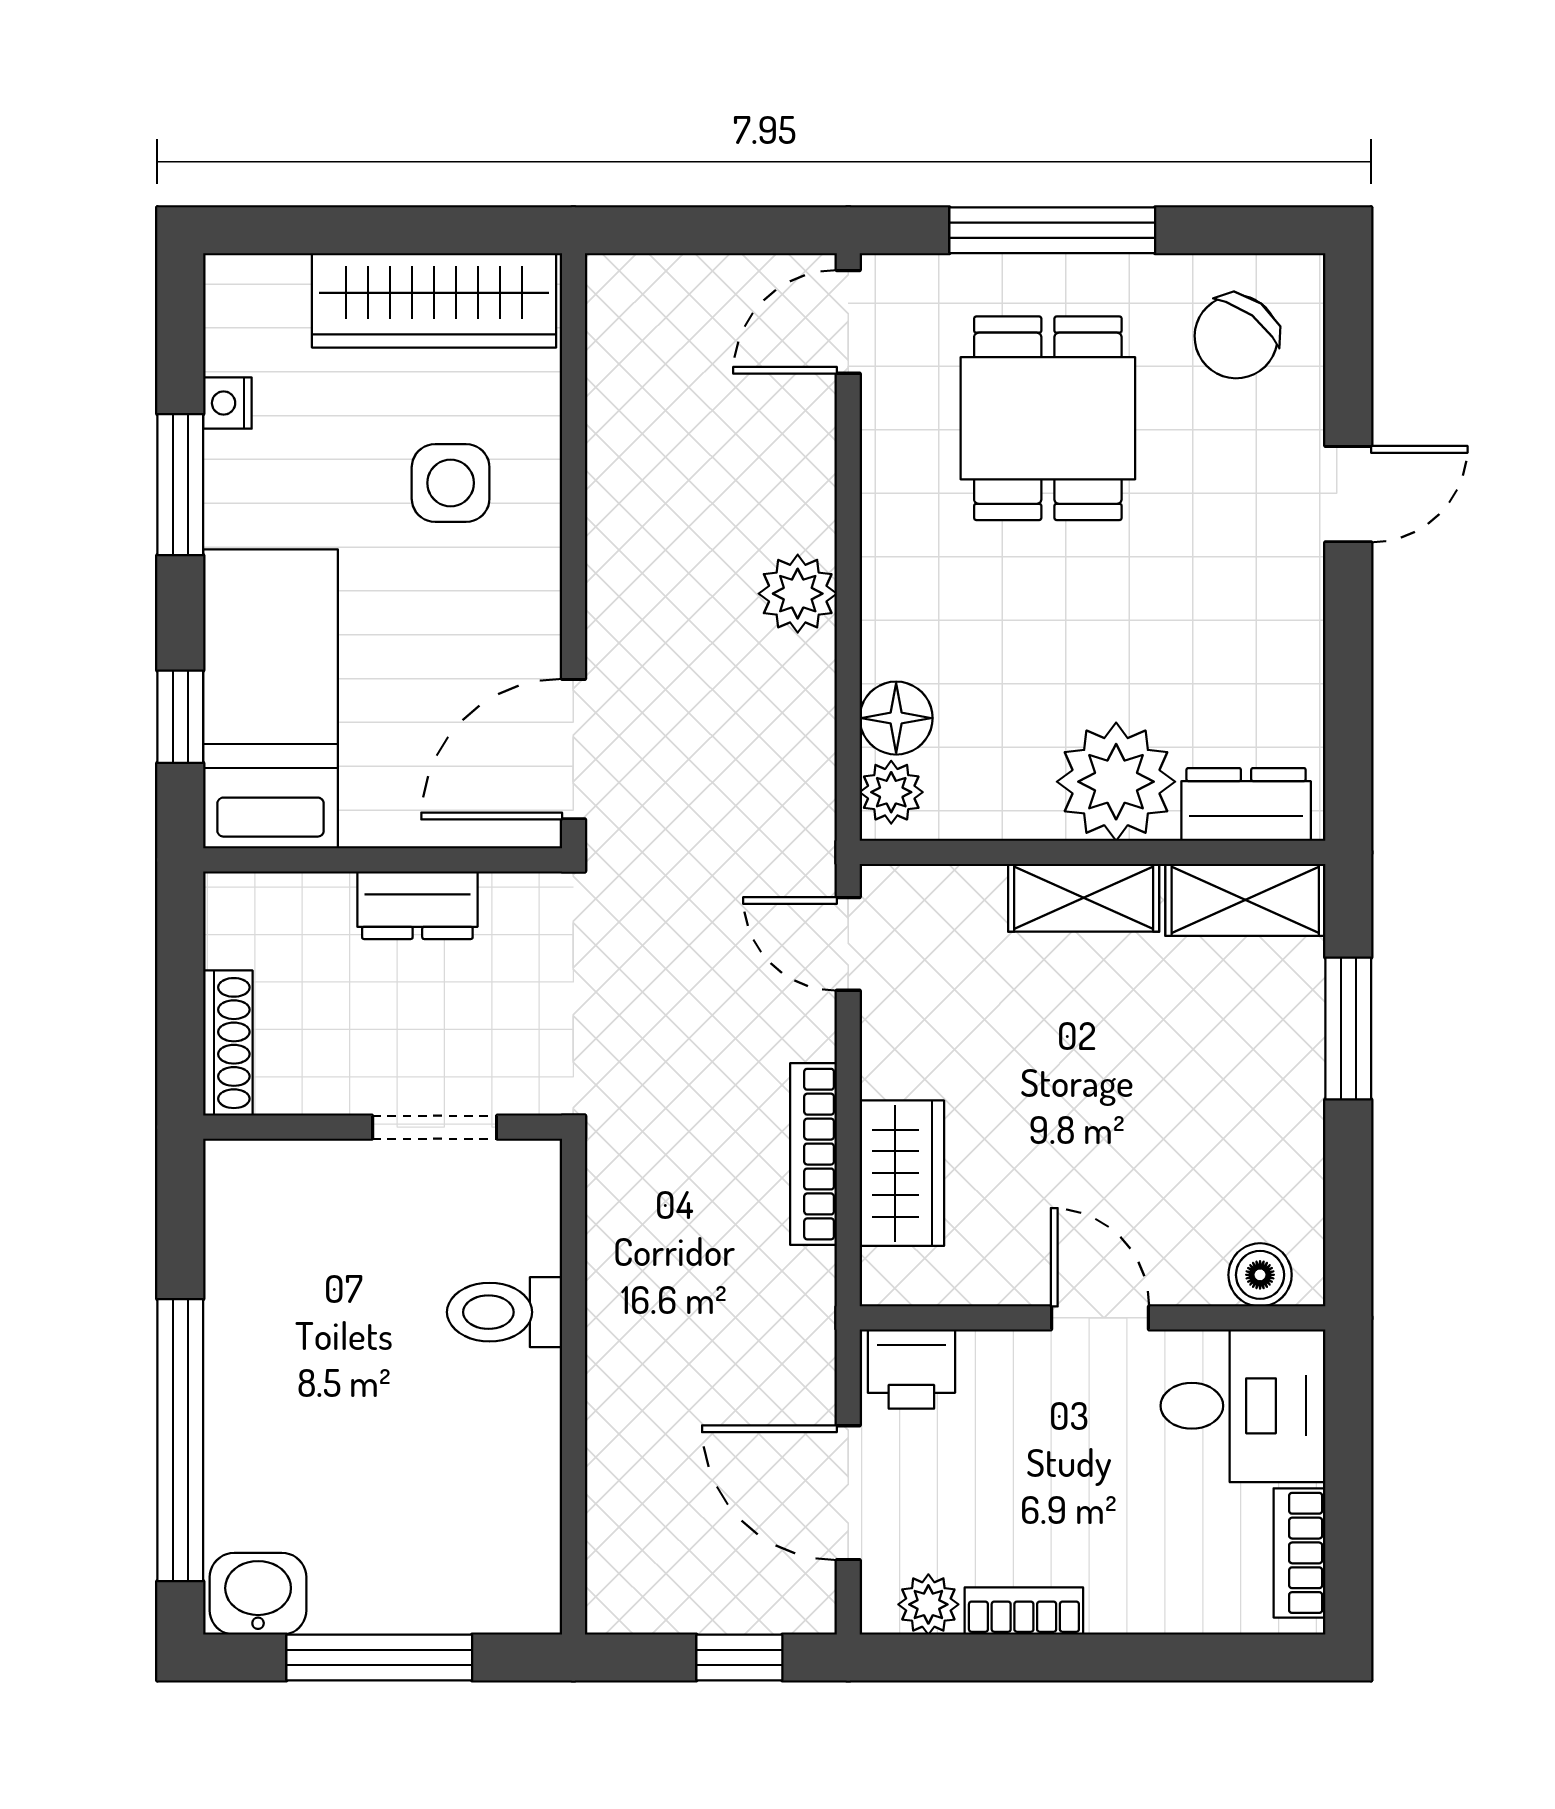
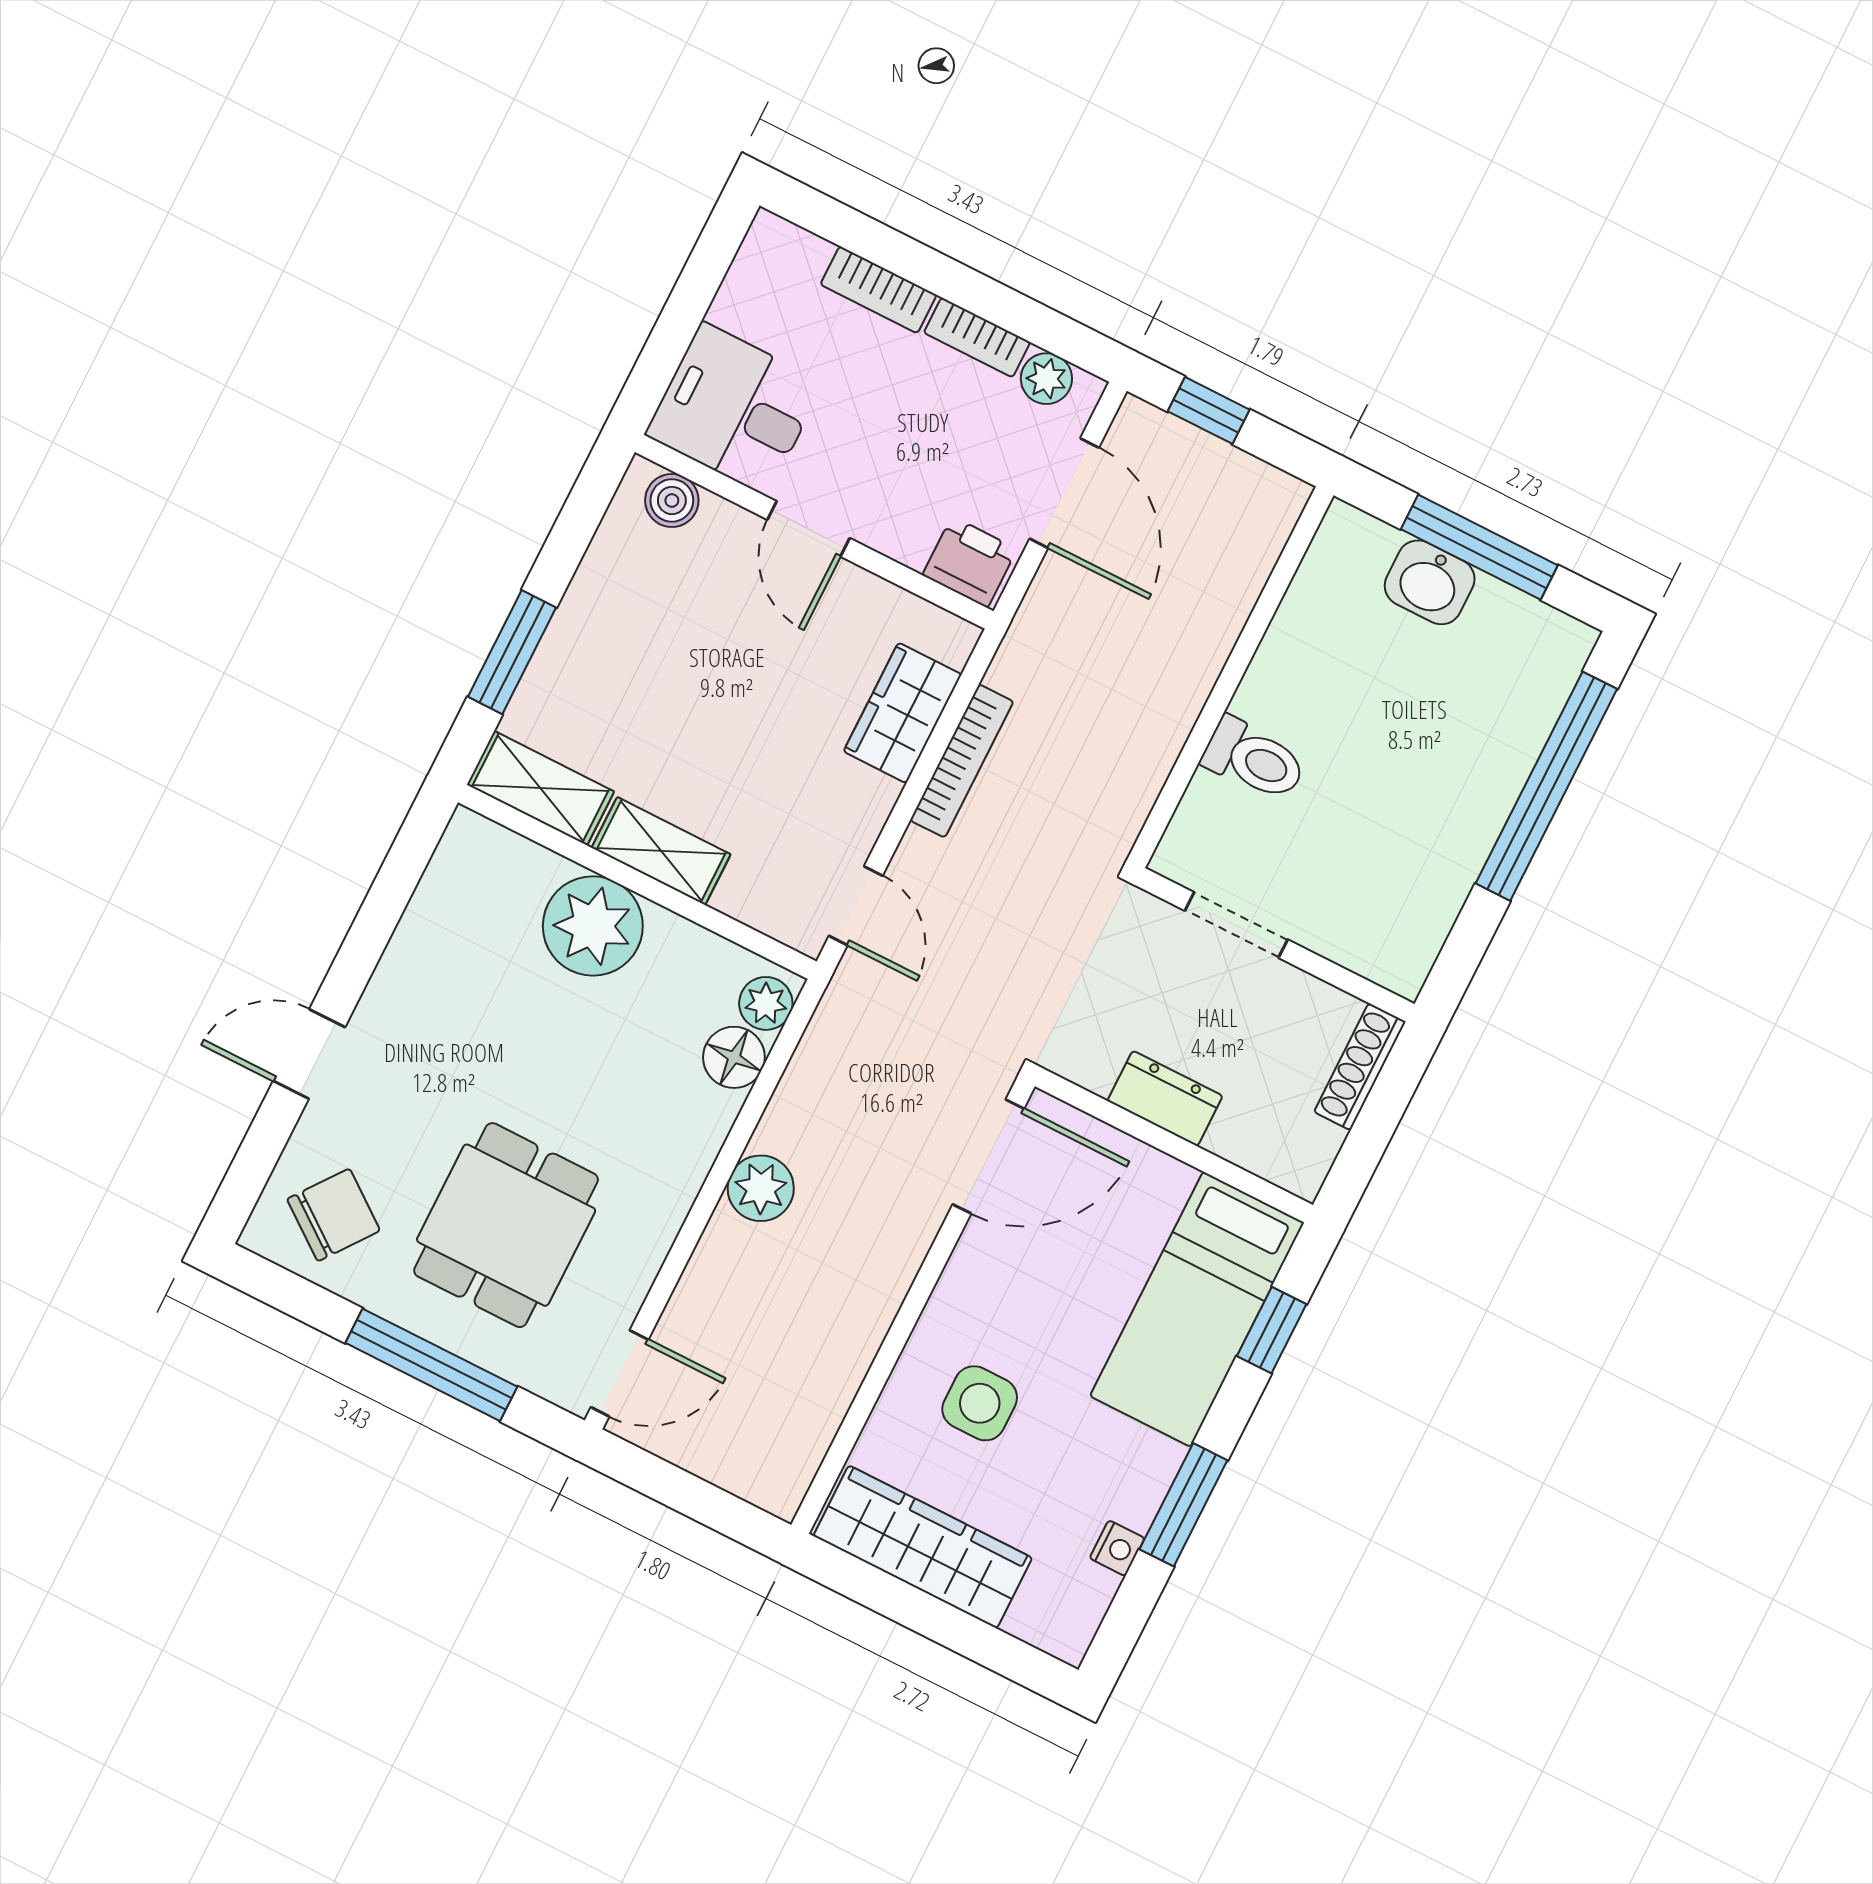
dresser: (1246, 804) -> (504, 859), removed
bookcase: (1299, 1553) -> (879, 290), moved, turned 90
washbasin: (258, 1594) -> (1430, 582), moved

